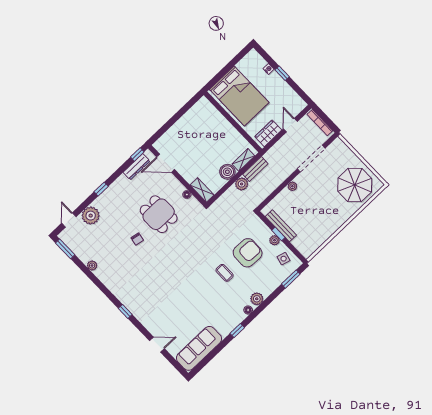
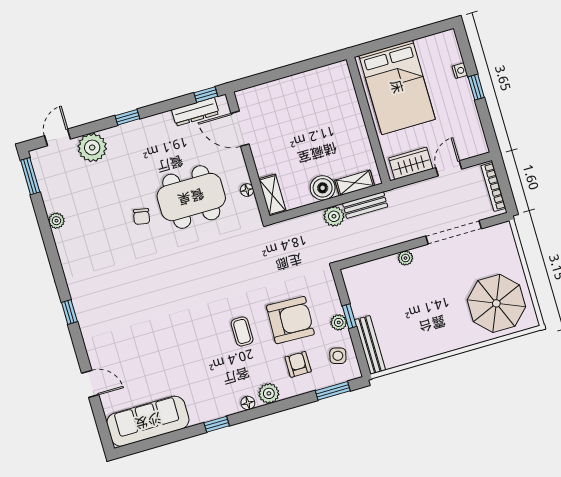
dining table: (159, 214) -> (191, 197), width x1.37
bench: (281, 226) -> (370, 345), moved
armchair: (264, 275) -> (298, 364), added

